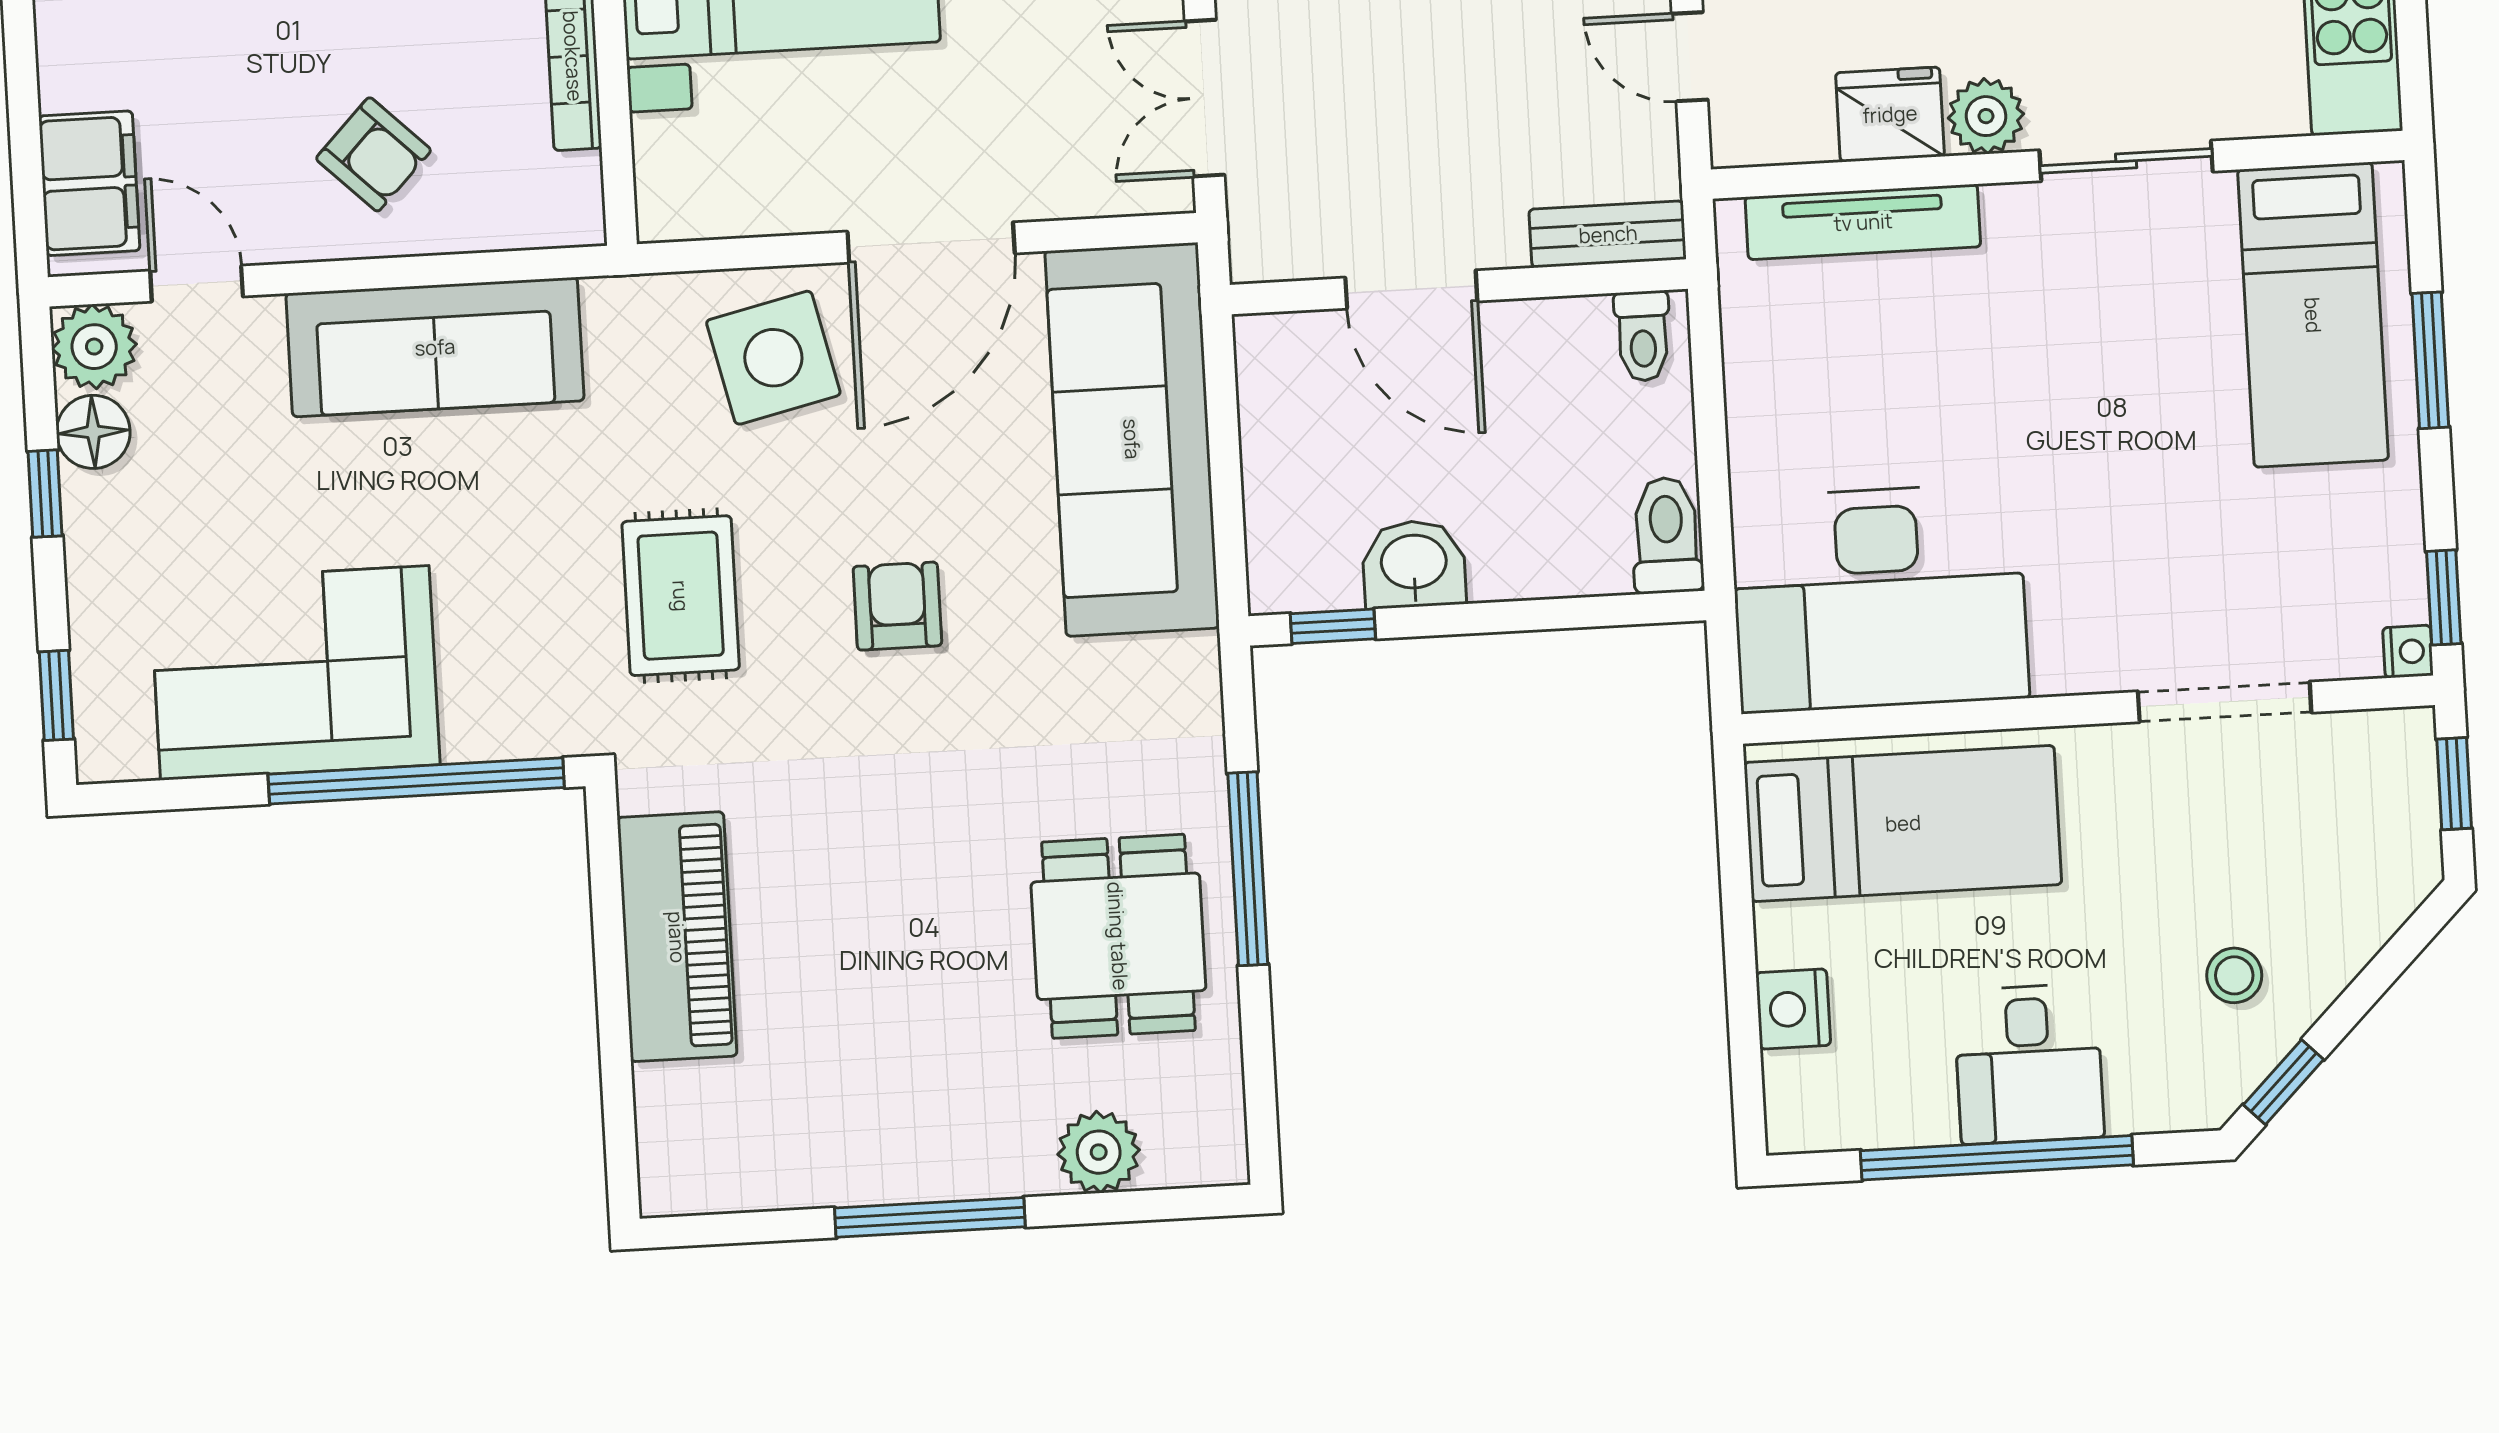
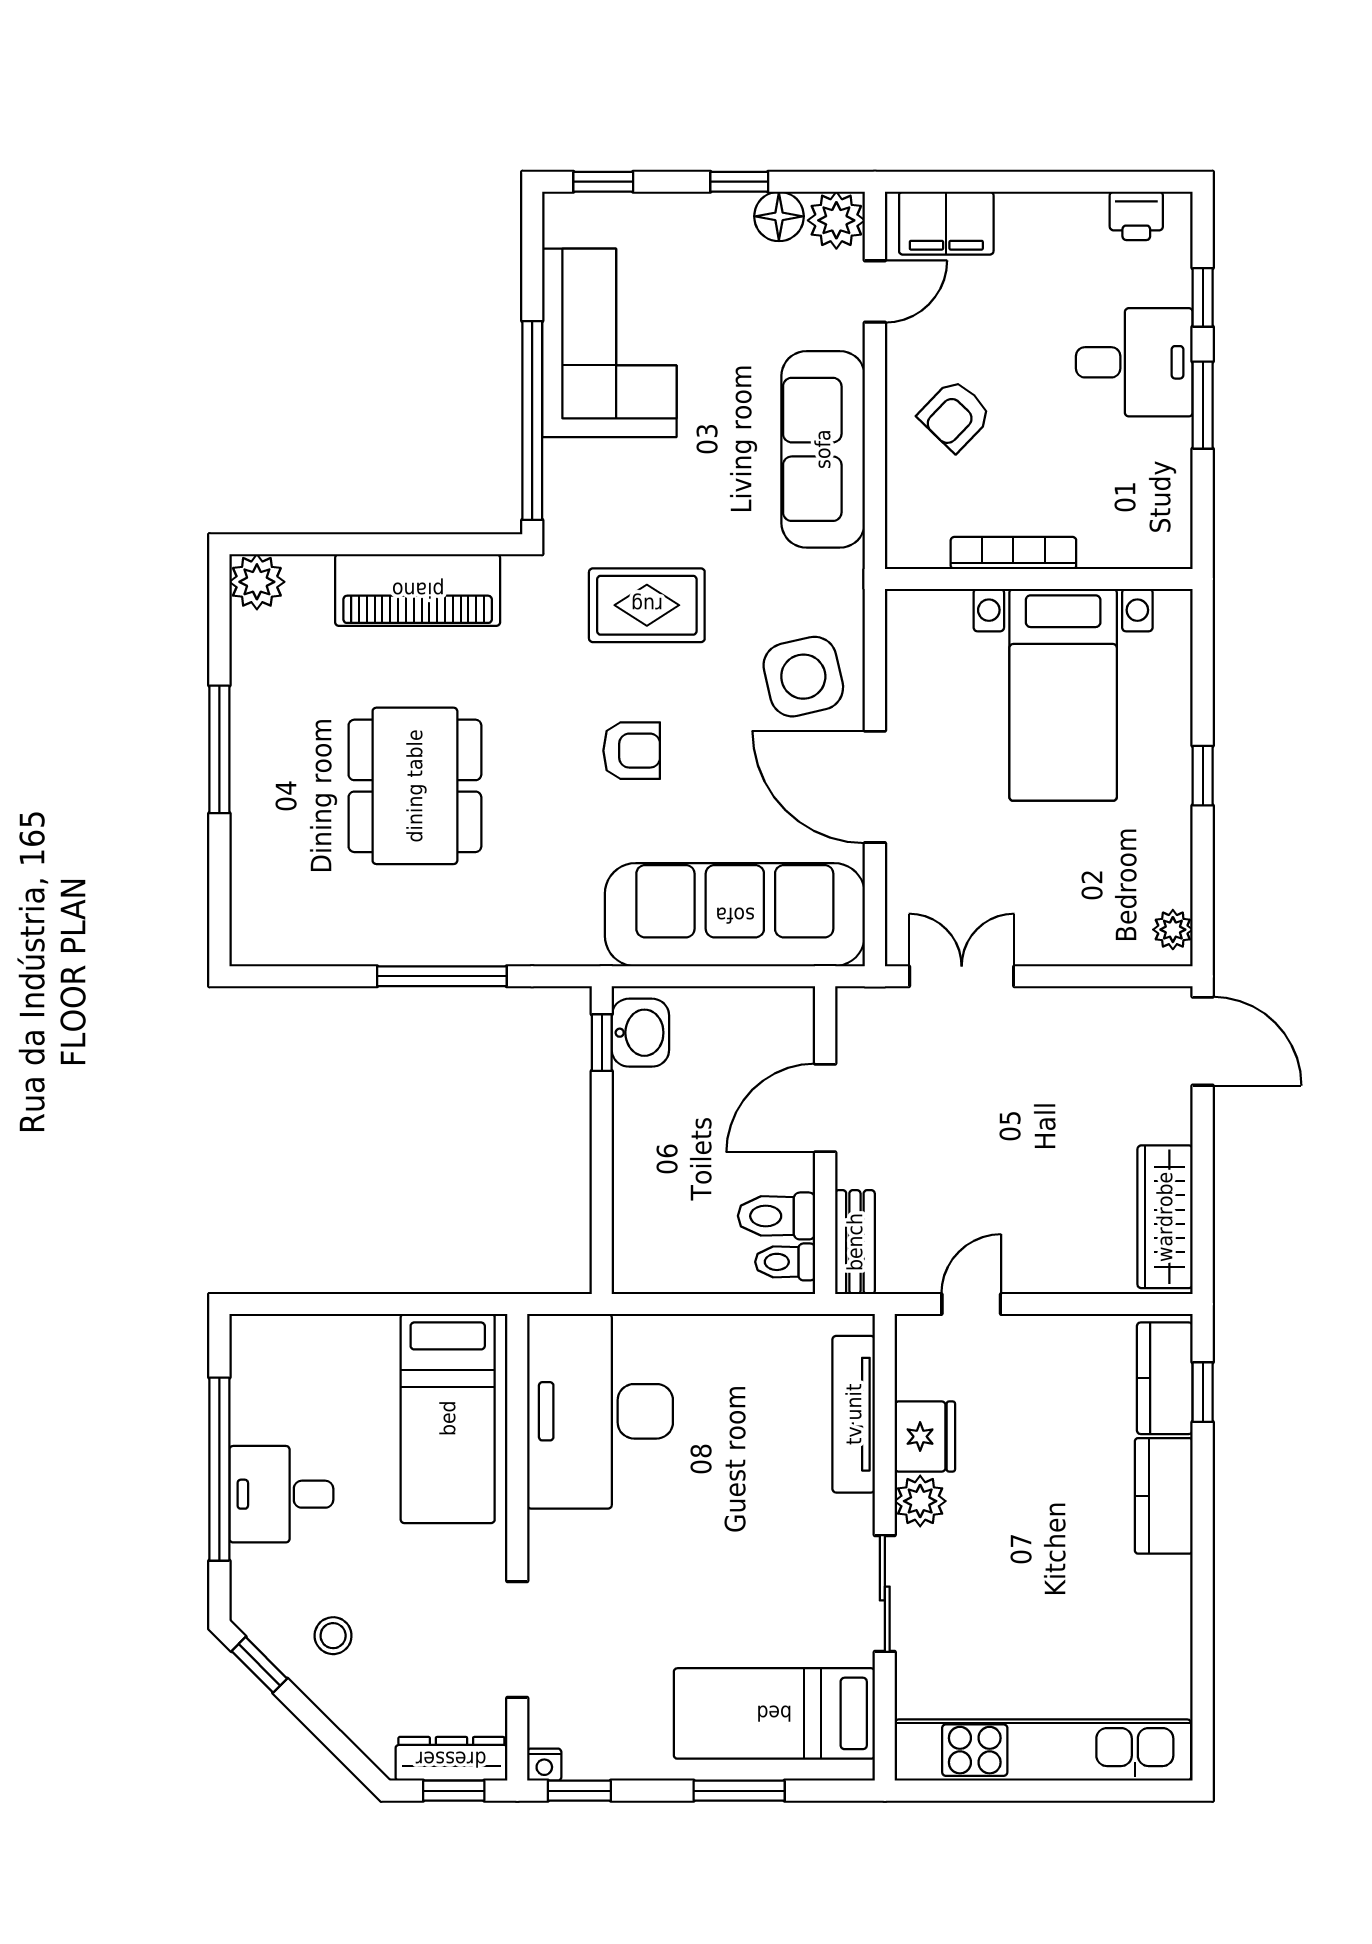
toilet: (1667, 535) -> (777, 1216), moved, turned 180
washbasin: (1414, 564) -> (640, 1033), moved
dresser: (2407, 790) -> (451, 1759), added
dining table: (1118, 936) -> (415, 786), moved, width x1.38
nightstand: (1793, 1009) -> (327, 1338), removed
plant: (1099, 1152) -> (257, 582), moved

